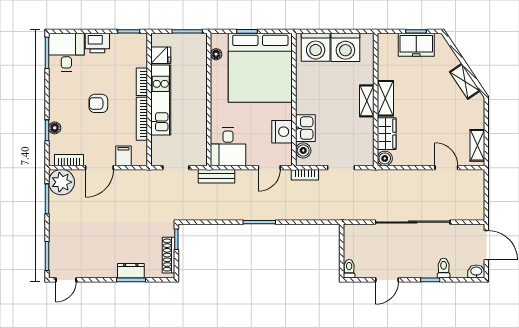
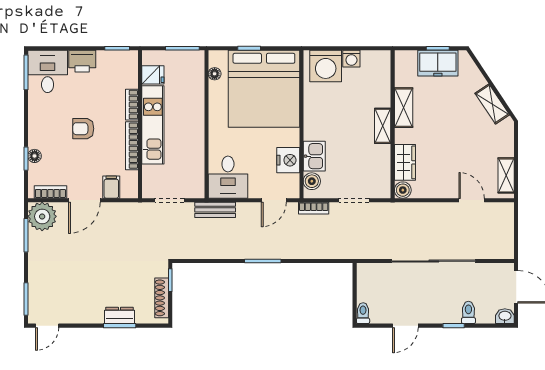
washing machine: (345, 47) -> (351, 59), width x0.53, depth x0.53
shelving: (385, 98) -> (404, 108), moved

